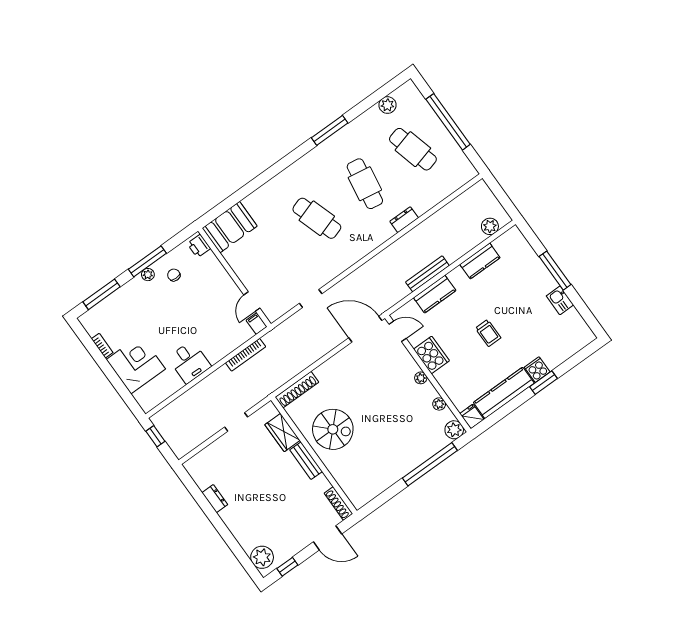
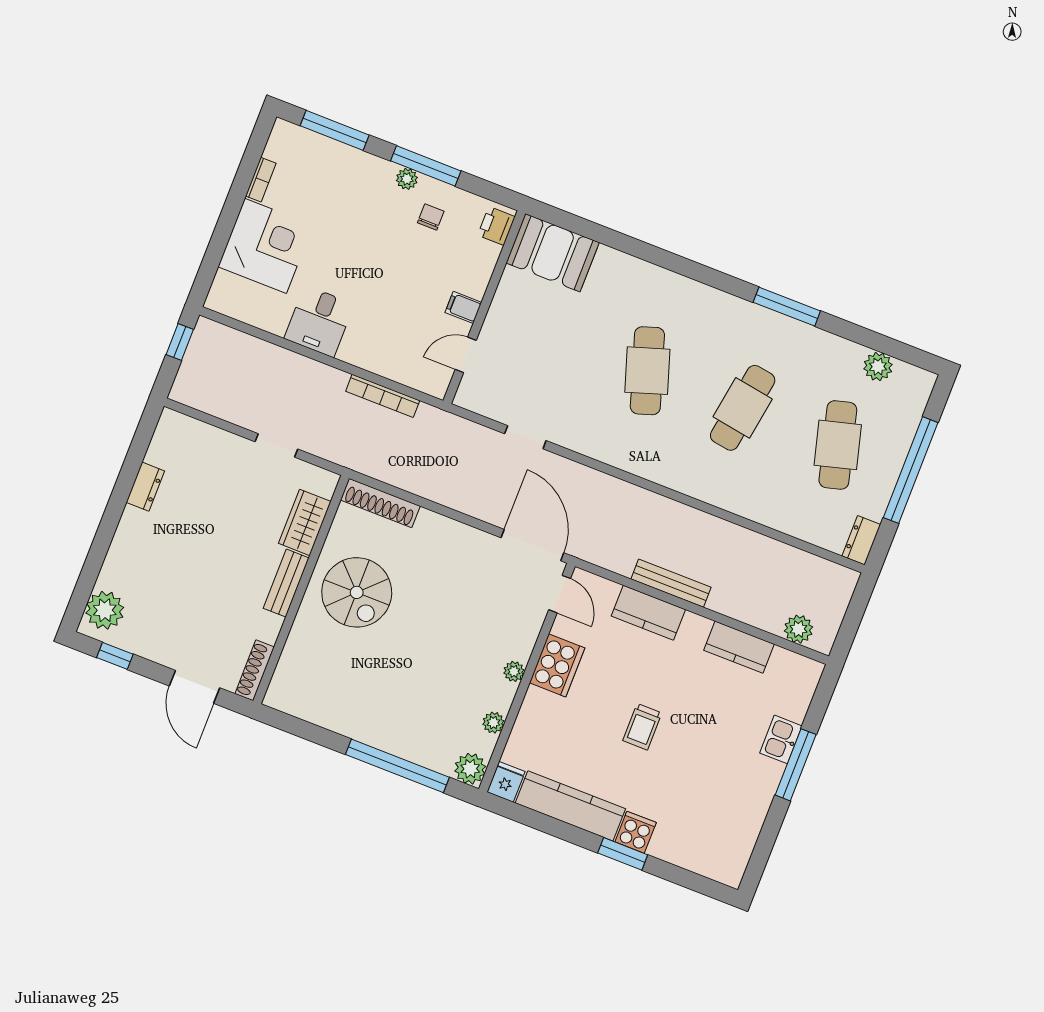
dresser: (404, 220) -> (861, 540), moved, turned -90
kitchen sink: (560, 300) -> (781, 739), moved
filing cabinet: (257, 323) -> (463, 307), moved, turned -90

